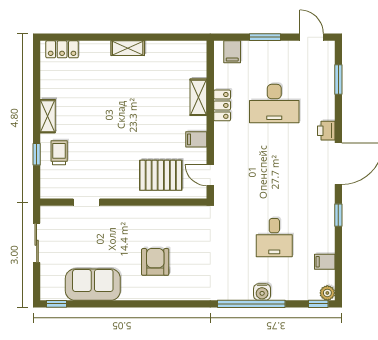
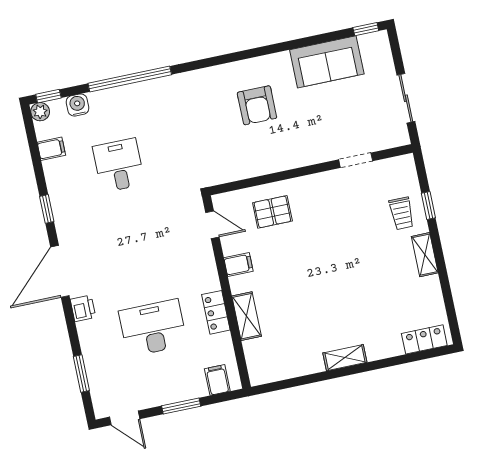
pallet: (161, 175) -> (272, 212), width x0.67, depth x0.71
water cooler: (262, 292) -> (78, 105), moved

